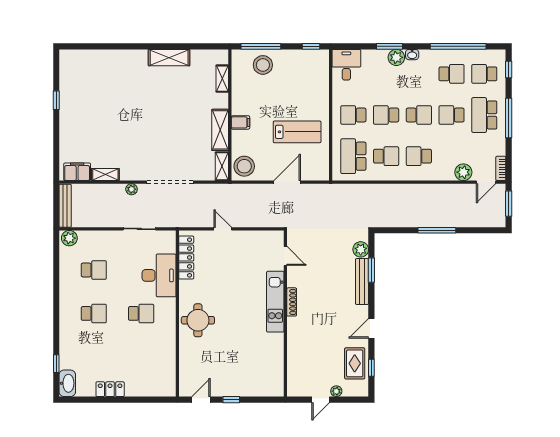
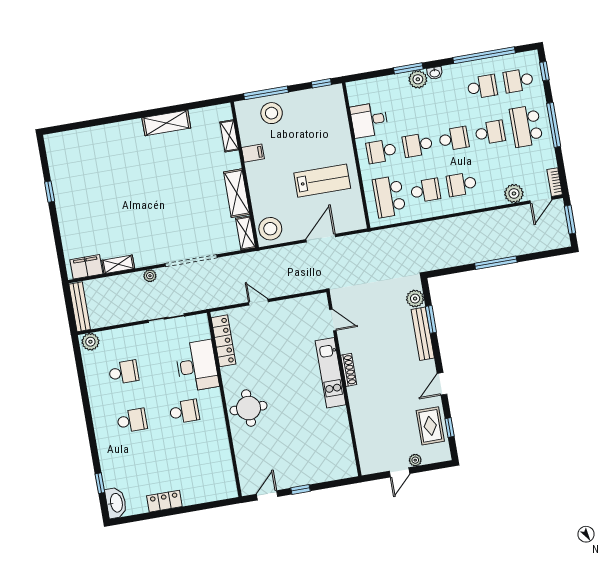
desk: (346, 65) -> (369, 120), moved, turned -90
school desk: (452, 115) -> (490, 132), turned 180
filing cabinet: (240, 122) -> (253, 153), moved

